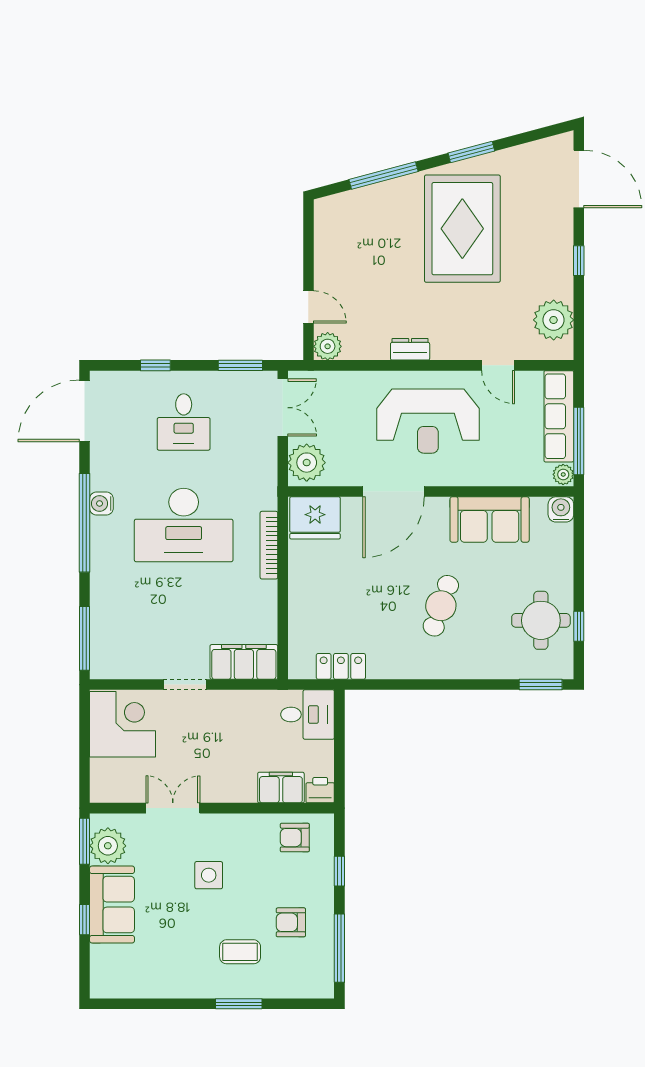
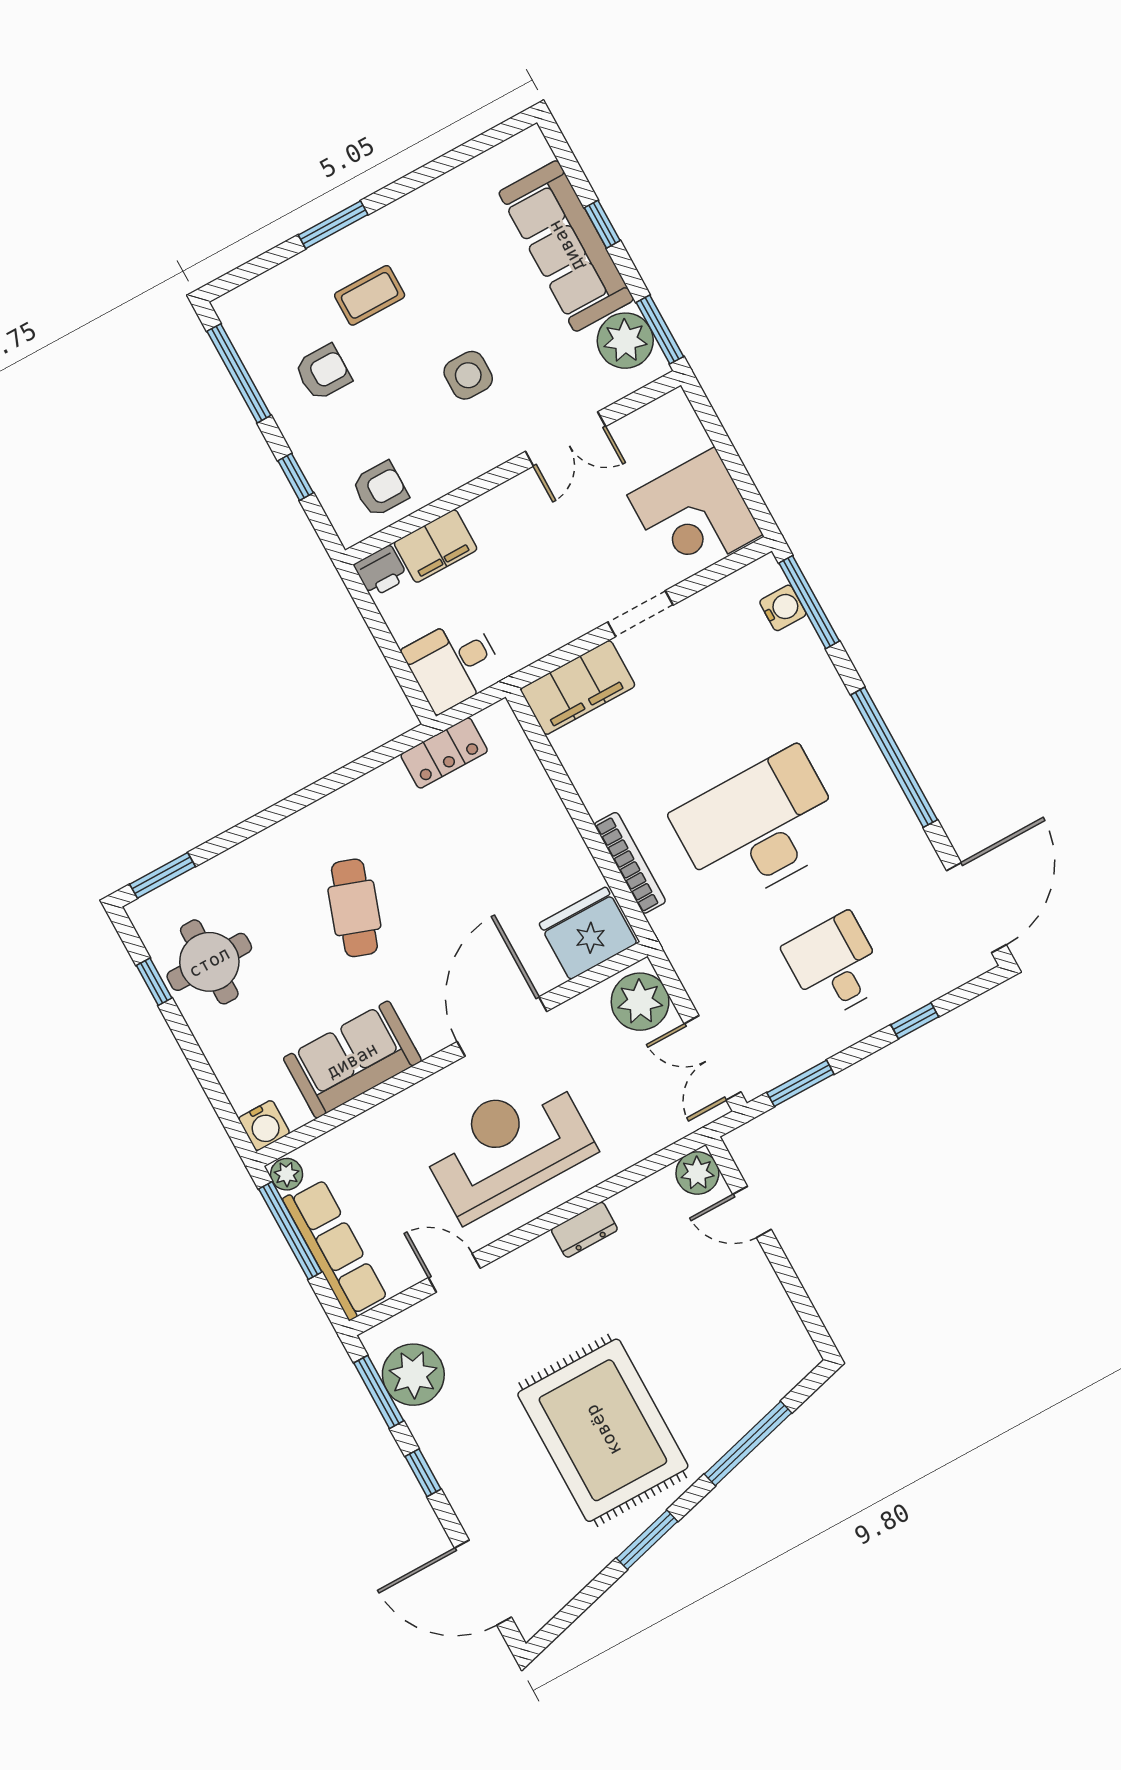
window: (579, 321) -> (379, 1392), added
water cooler: (101, 503) -> (783, 608), moved
sofa: (112, 905) -> (566, 246), width x1.36

